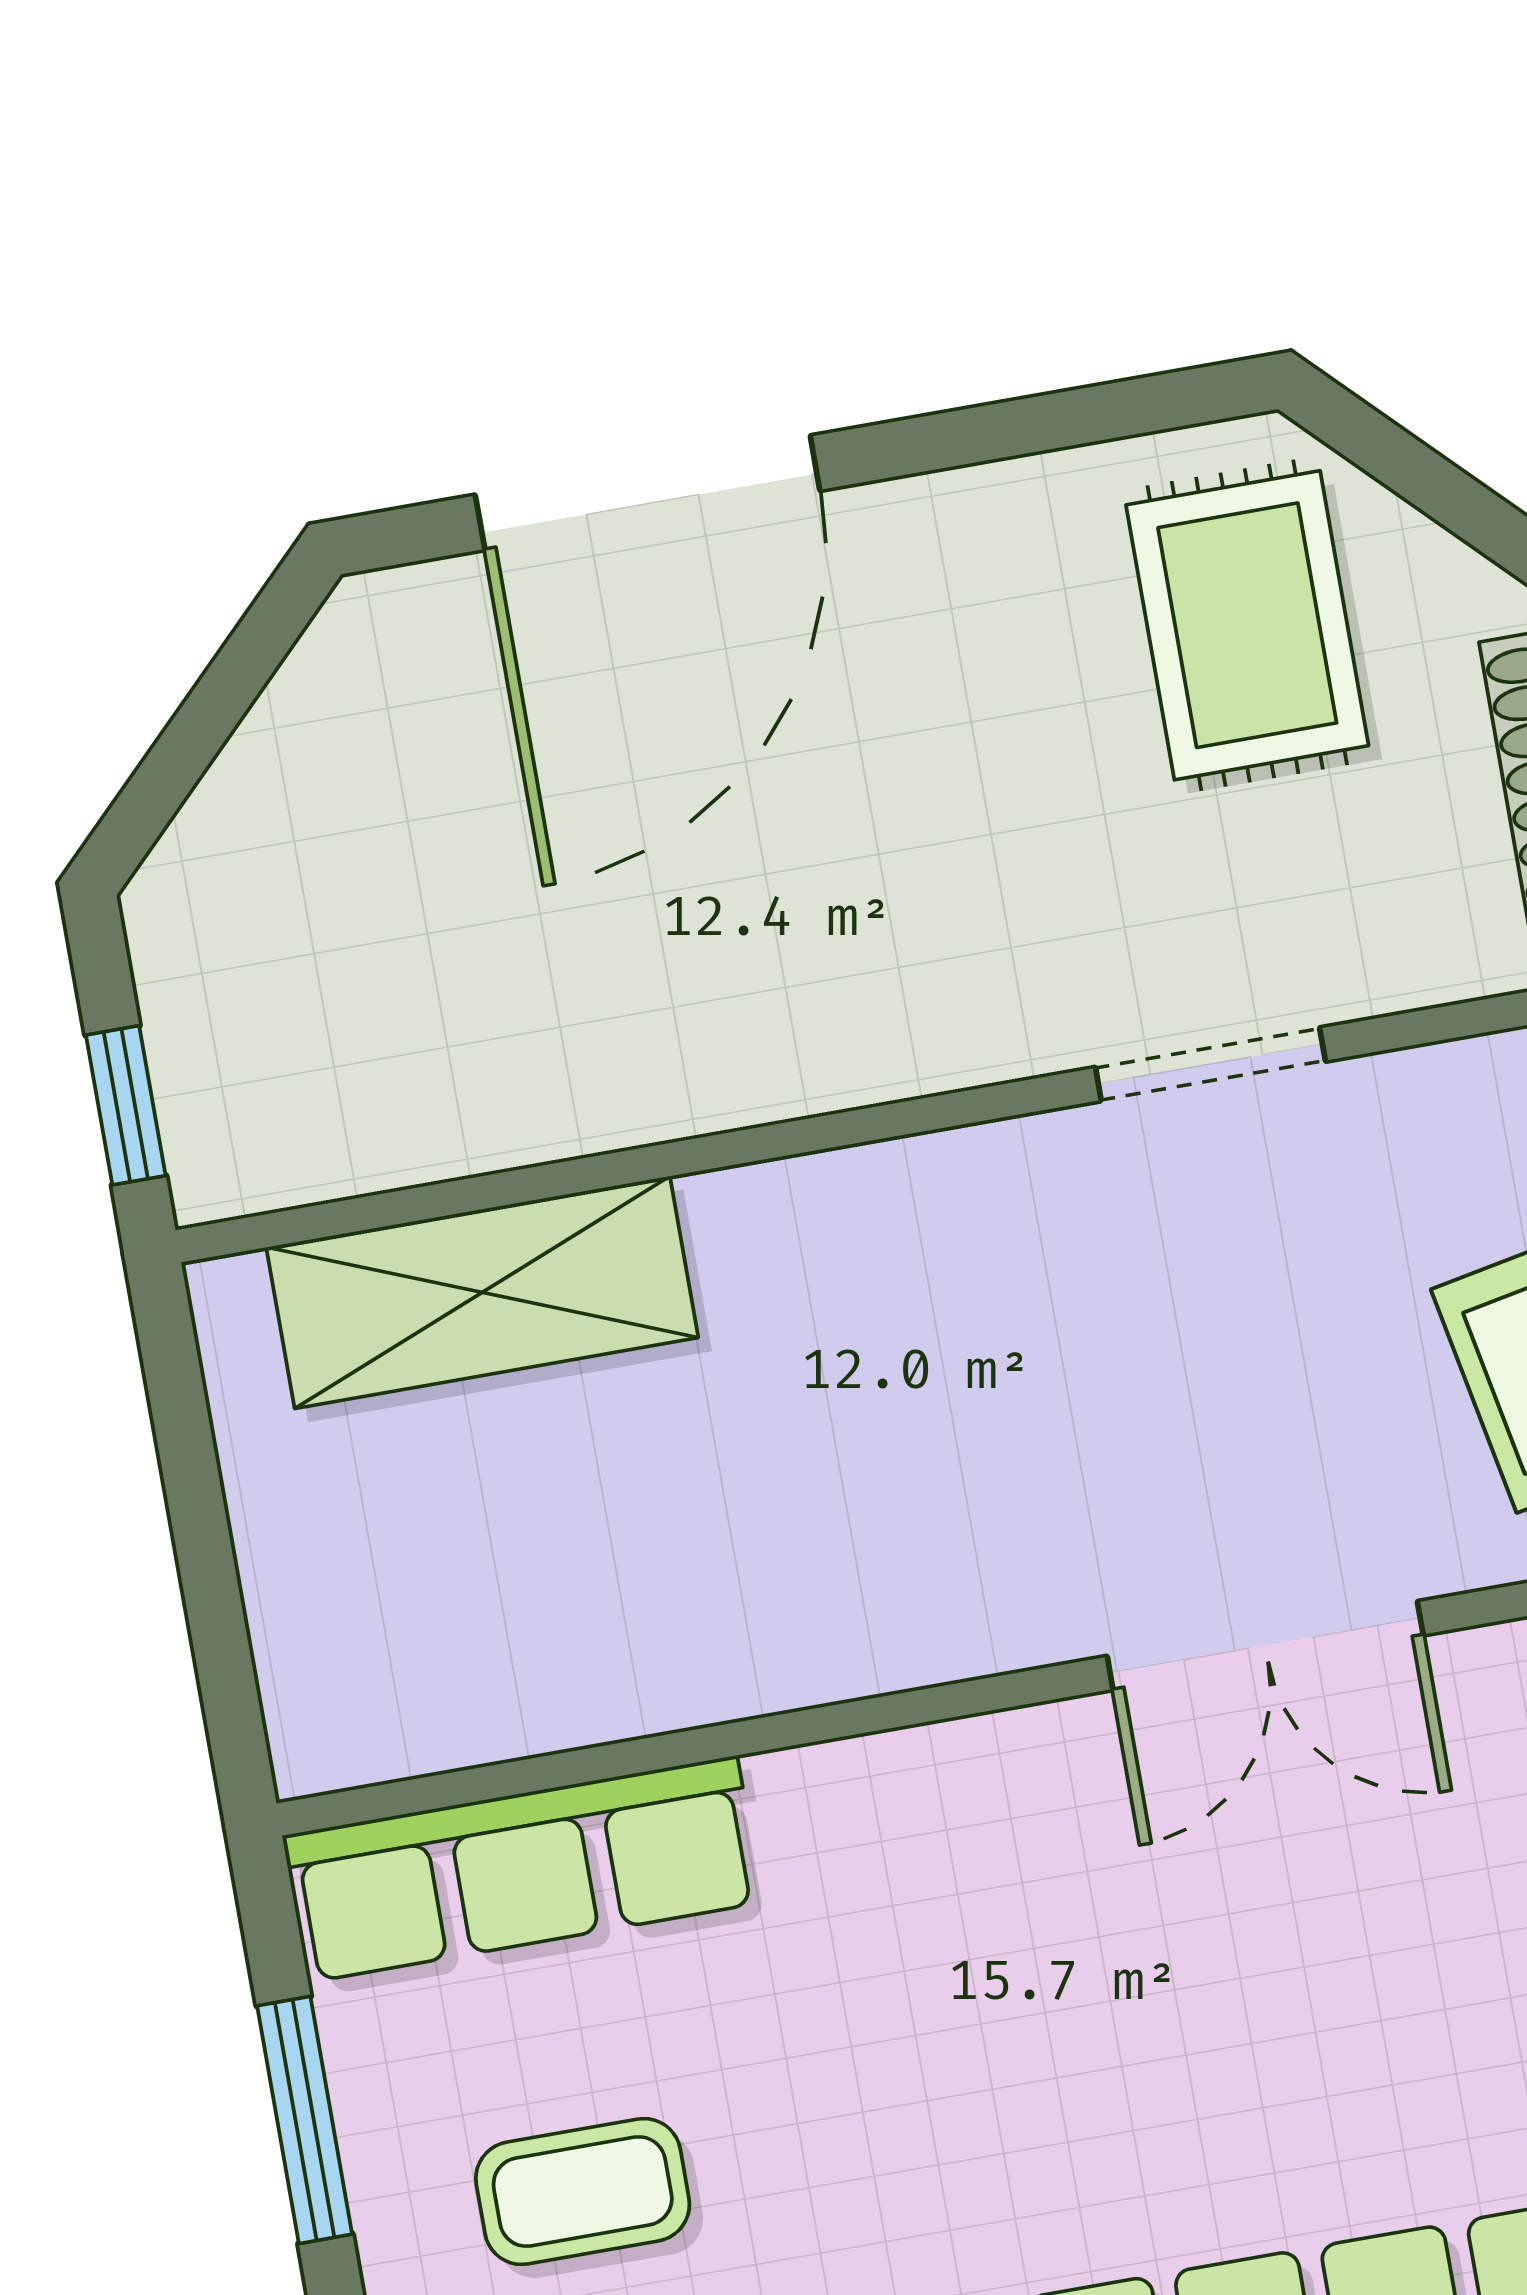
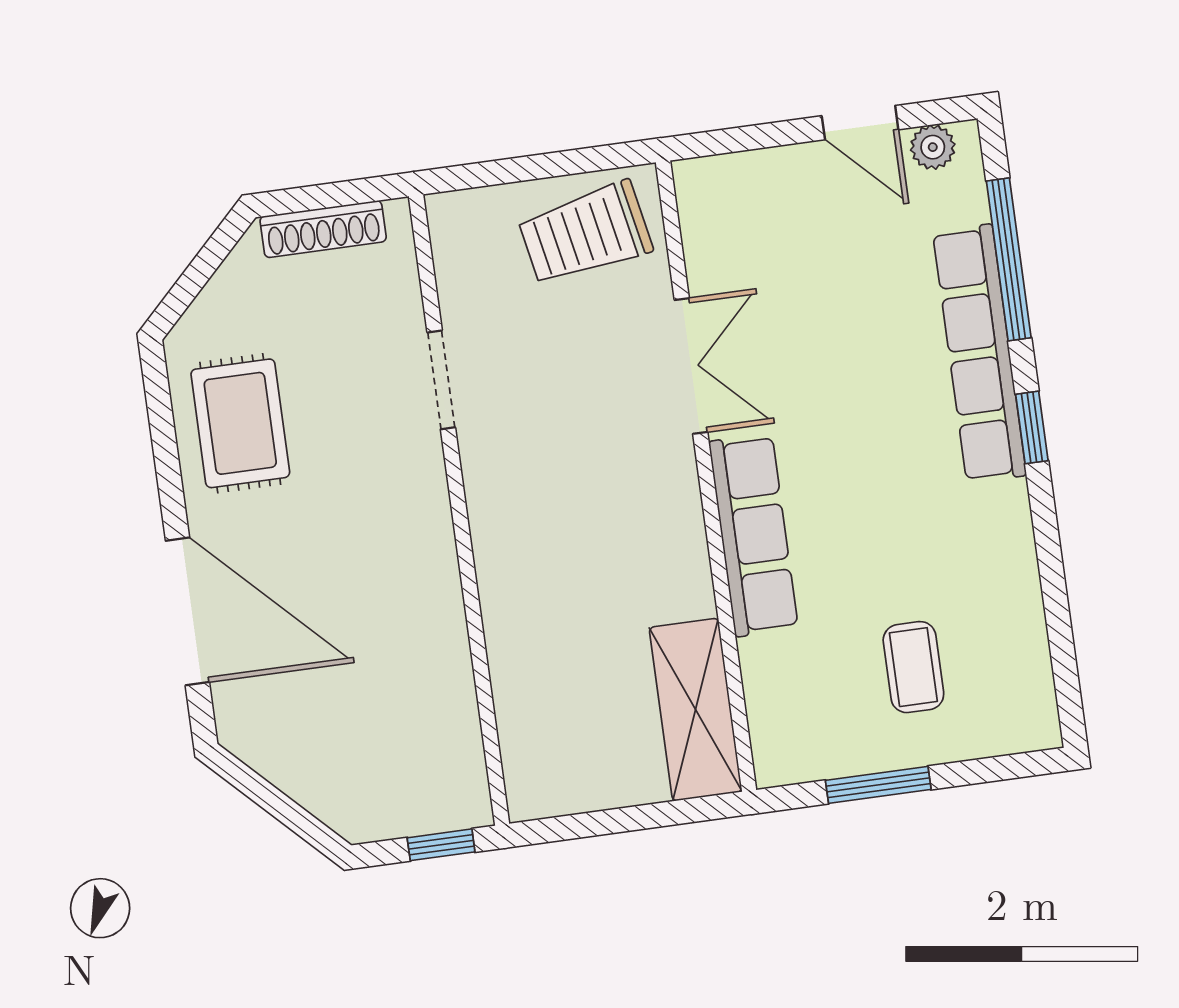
rug: (1247, 625) -> (240, 423), moved, turned 90
shelving: (482, 1292) -> (696, 710), moved
row of seats: (522, 1869) -> (753, 535), moved

